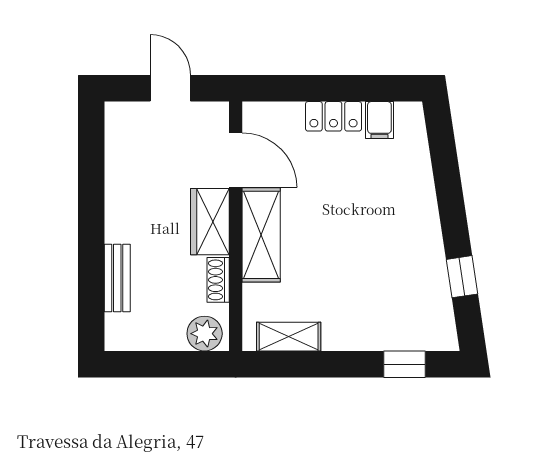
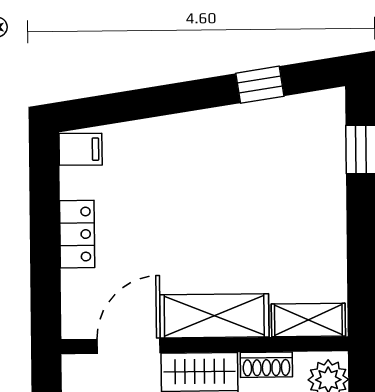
filing cabinet: (379, 120) -> (81, 149), moved
shelving: (289, 337) -> (308, 320), moved, turned 90

